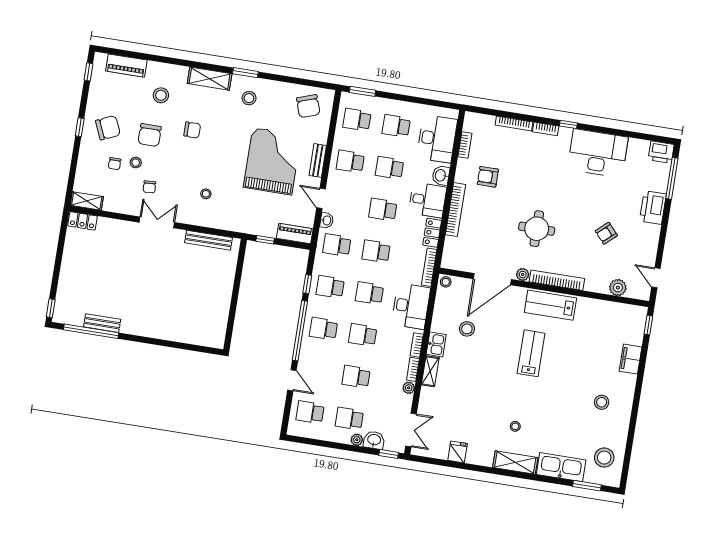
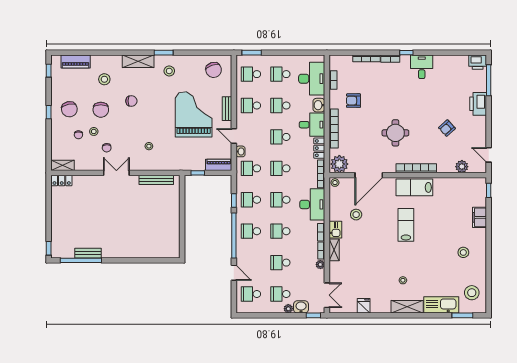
chair: (108, 128) -> (69, 109), turned 102
desk: (598, 153) -> (422, 67), width x0.53, depth x0.77
plant: (523, 275) -> (339, 164), moved, width x1.87, depth x1.87

